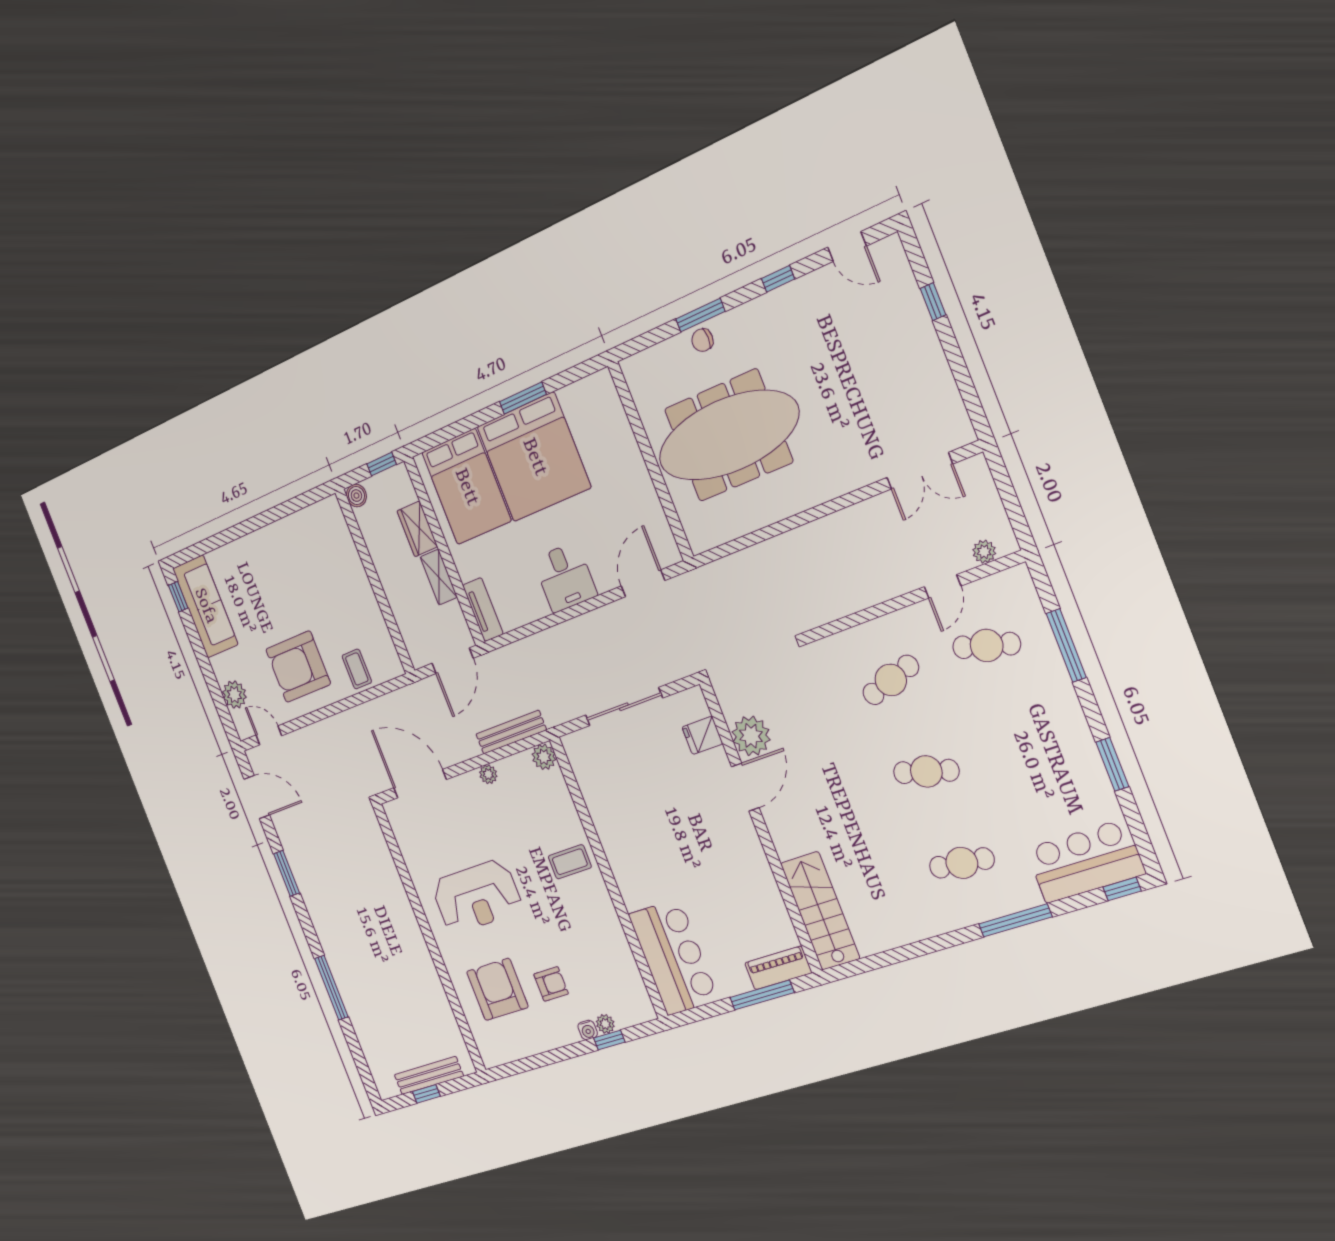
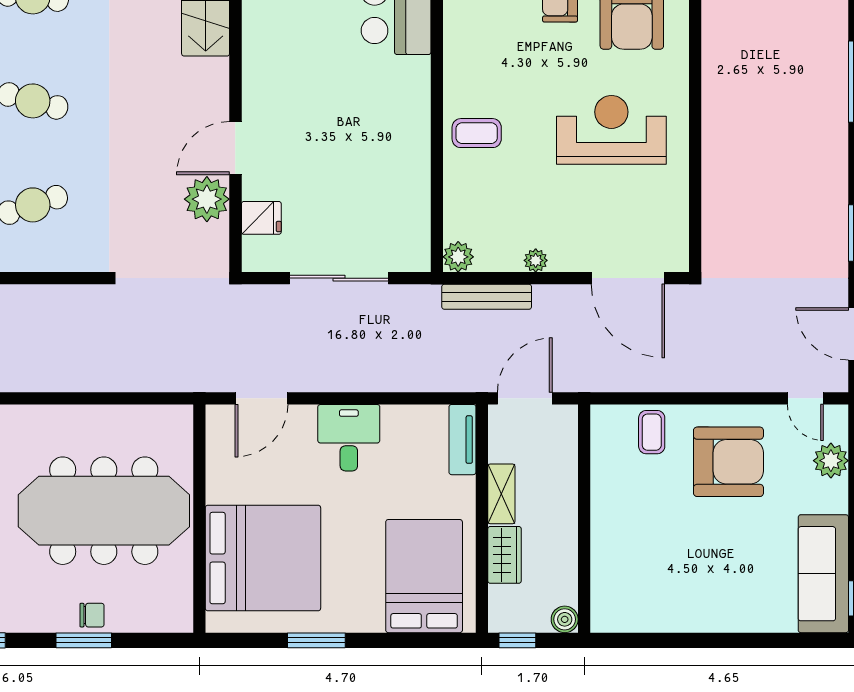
bed: (534, 457) -> (263, 558), moved, turned 90

